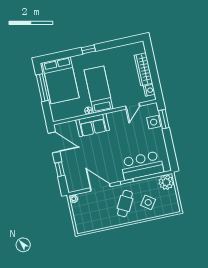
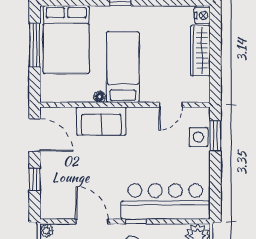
nightstand: (149, 90) -> (202, 15), moved
bar counter: (142, 166) -> (165, 202), width x1.36

